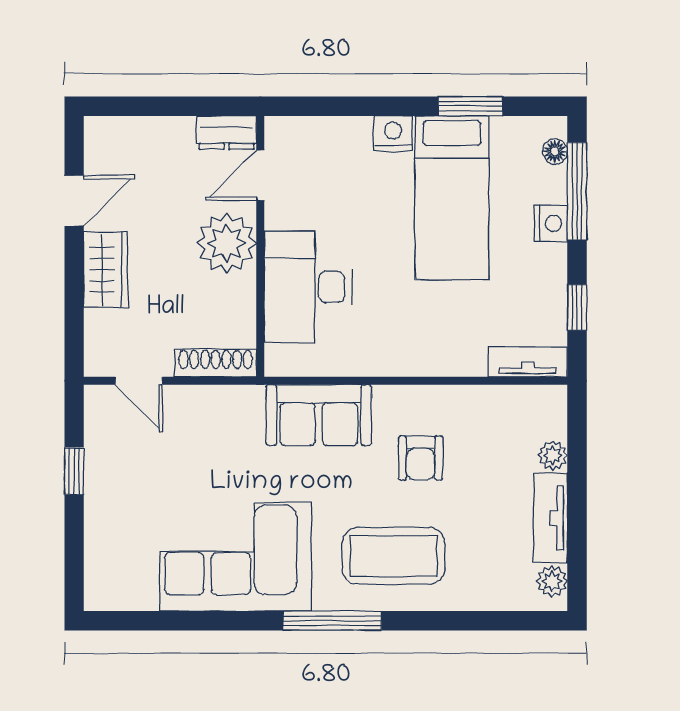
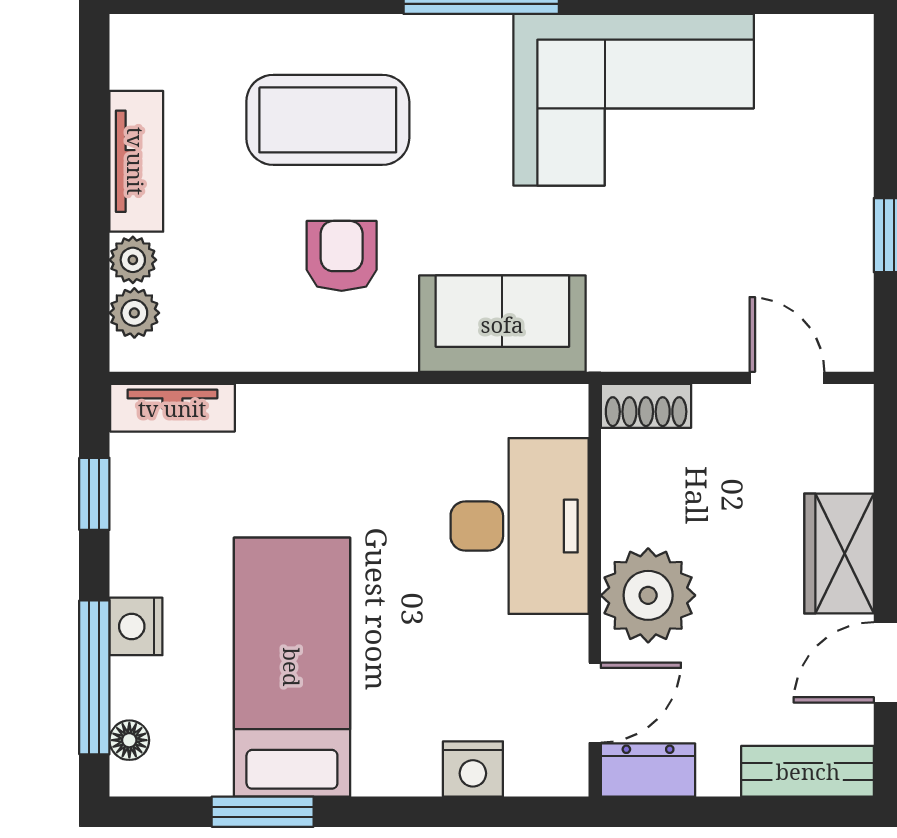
bench: (126, 132) -> (808, 771), added
nightstand: (393, 133) -> (473, 769), moved
shoe rack: (216, 363) -> (646, 406), width x0.70
coffee table: (393, 556) -> (328, 120), moved
plant: (552, 581) -> (134, 313), moved

